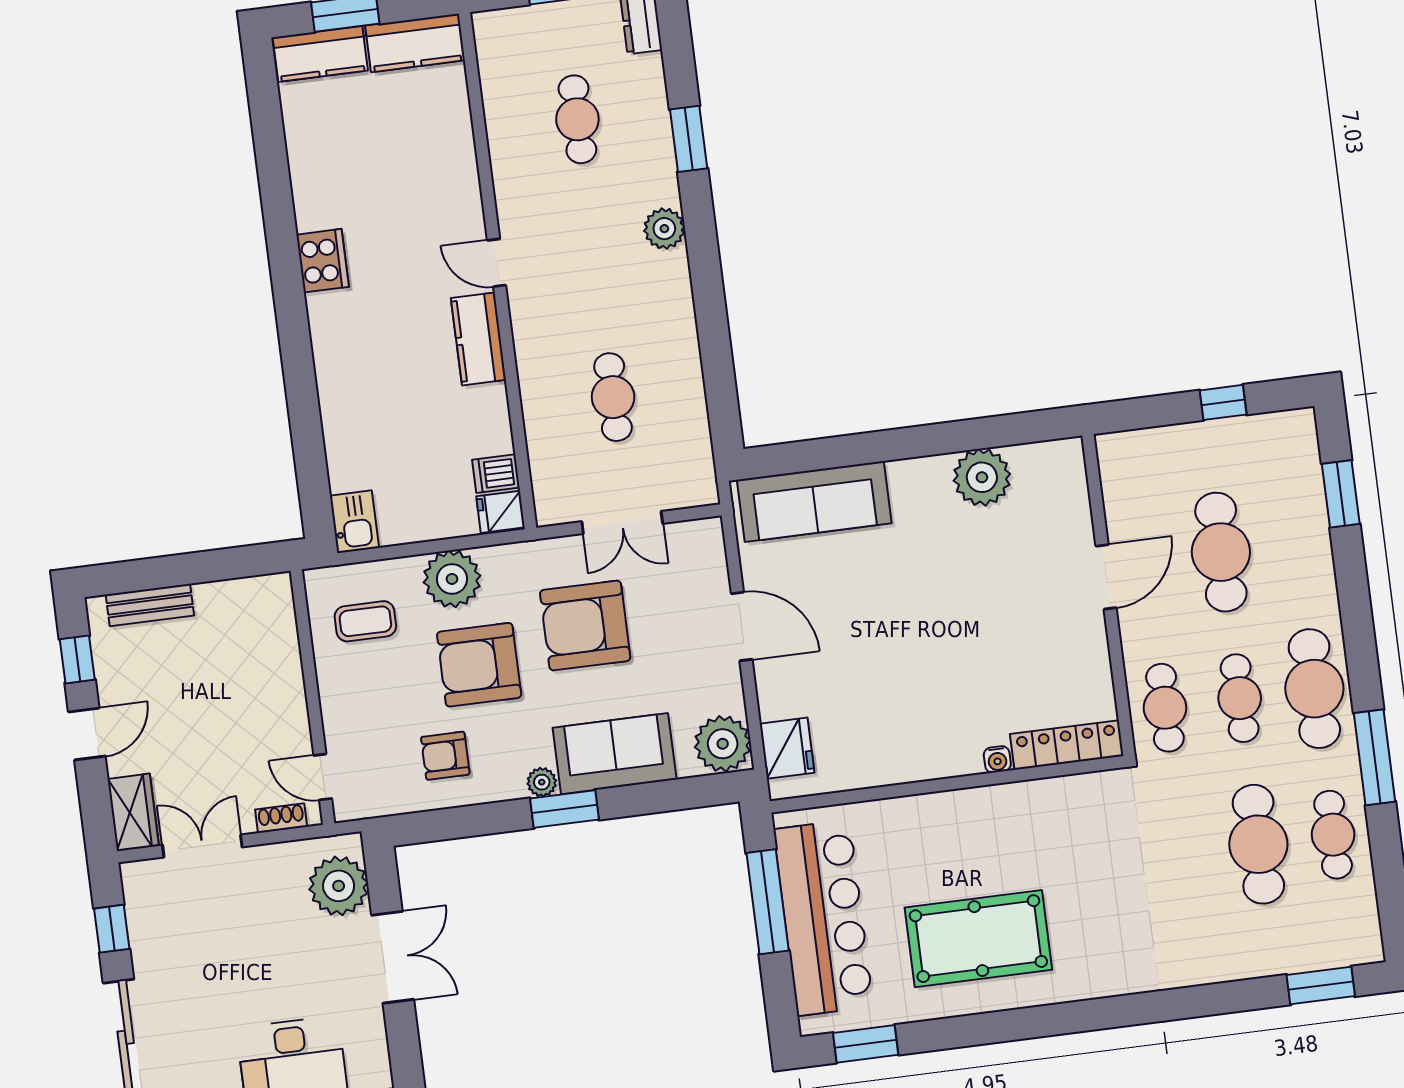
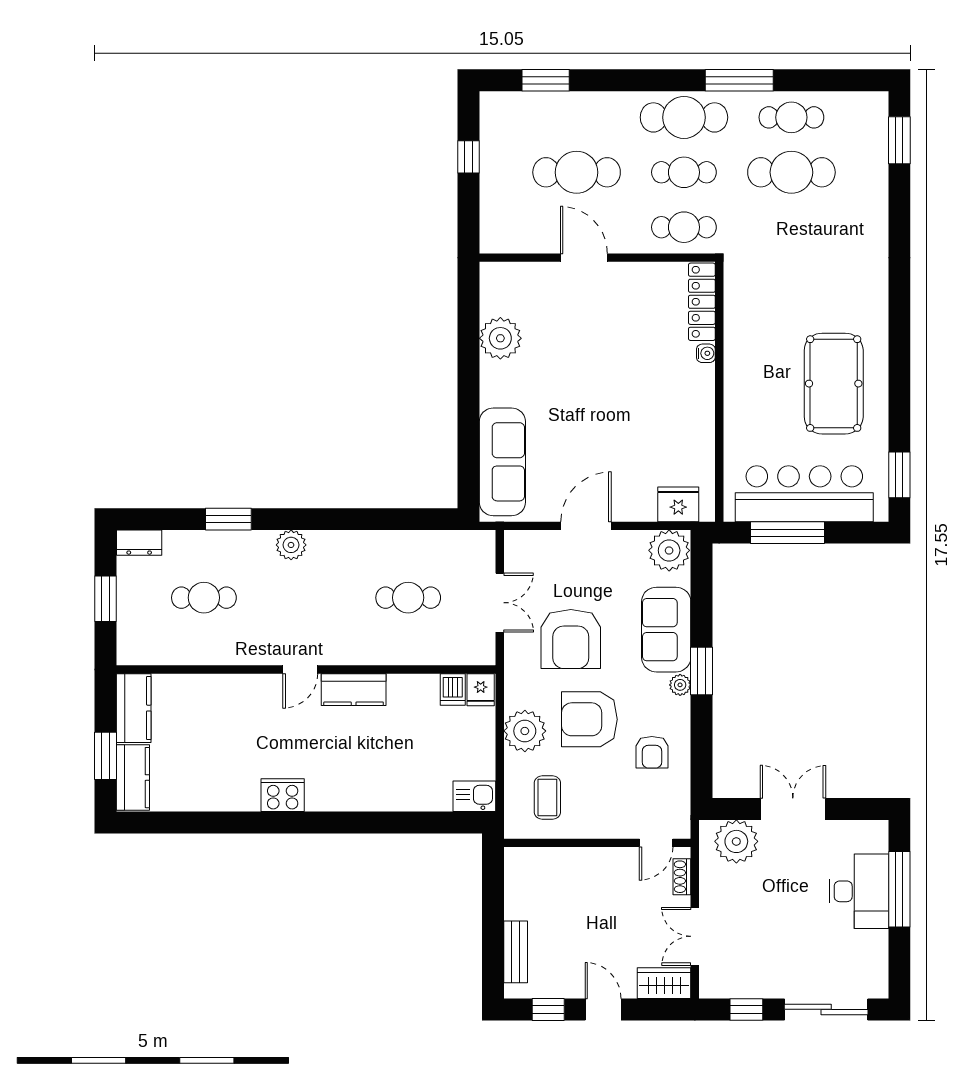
armchair: (479, 665) -> (589, 719), turned 90

